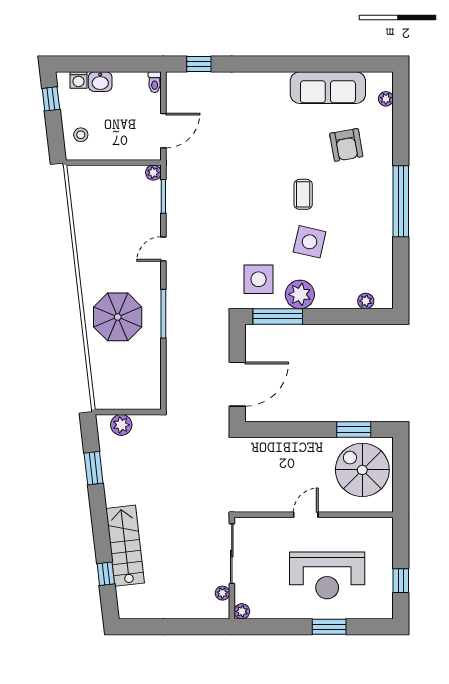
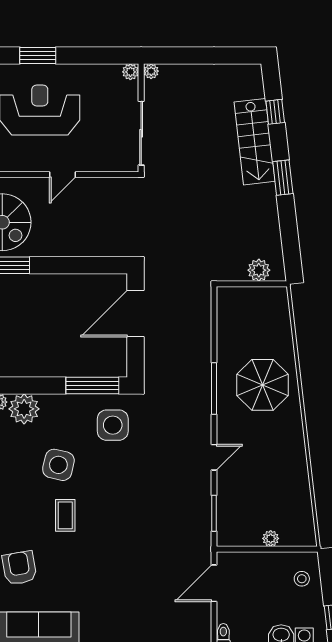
plant: (153, 173) -> (271, 538), moved
plant: (300, 294) -> (24, 409), moved
window: (94, 468) -> (283, 178), moved
plant: (222, 593) -> (151, 71), moved

